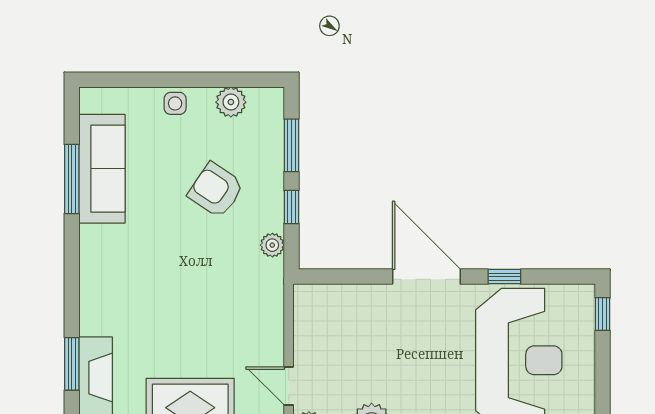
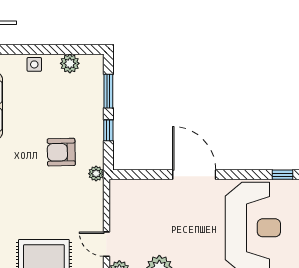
armchair: (216, 190) -> (61, 152), moved, turned -35
plant: (272, 245) -> (96, 174), moved
window: (504, 277) -> (282, 175), moved

